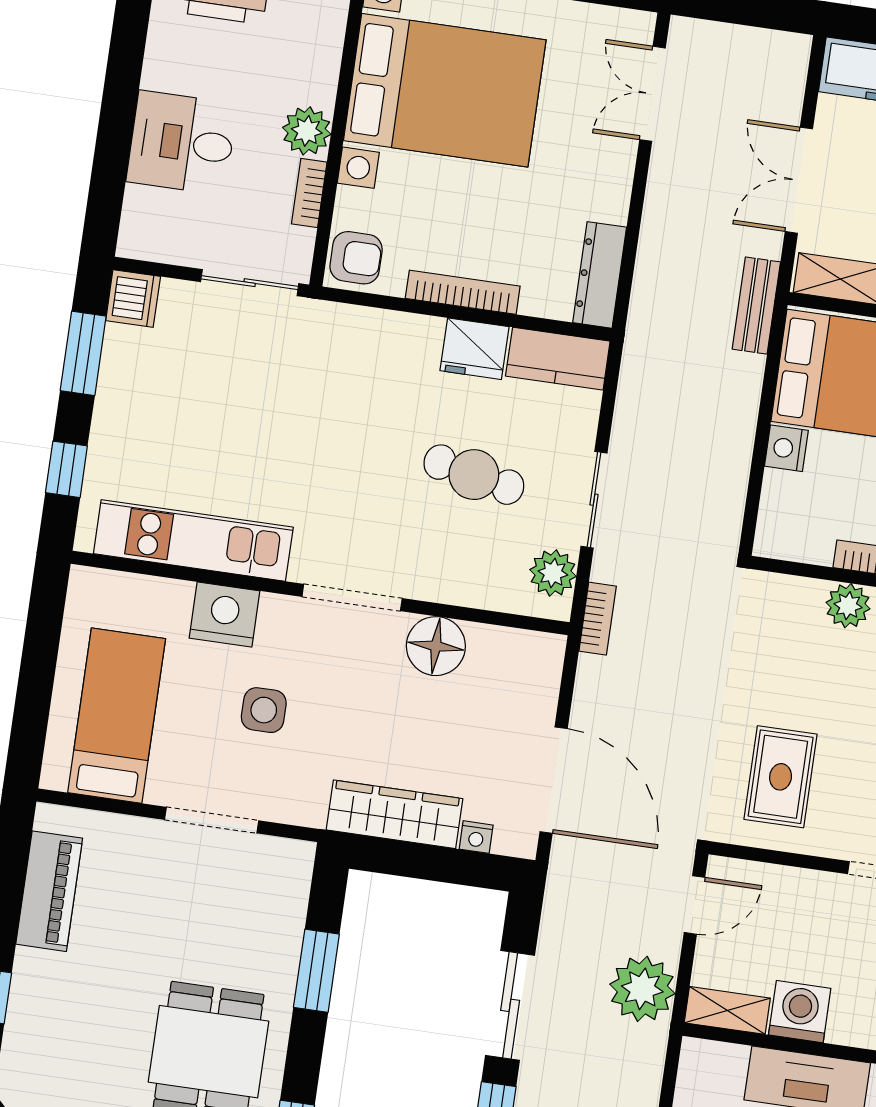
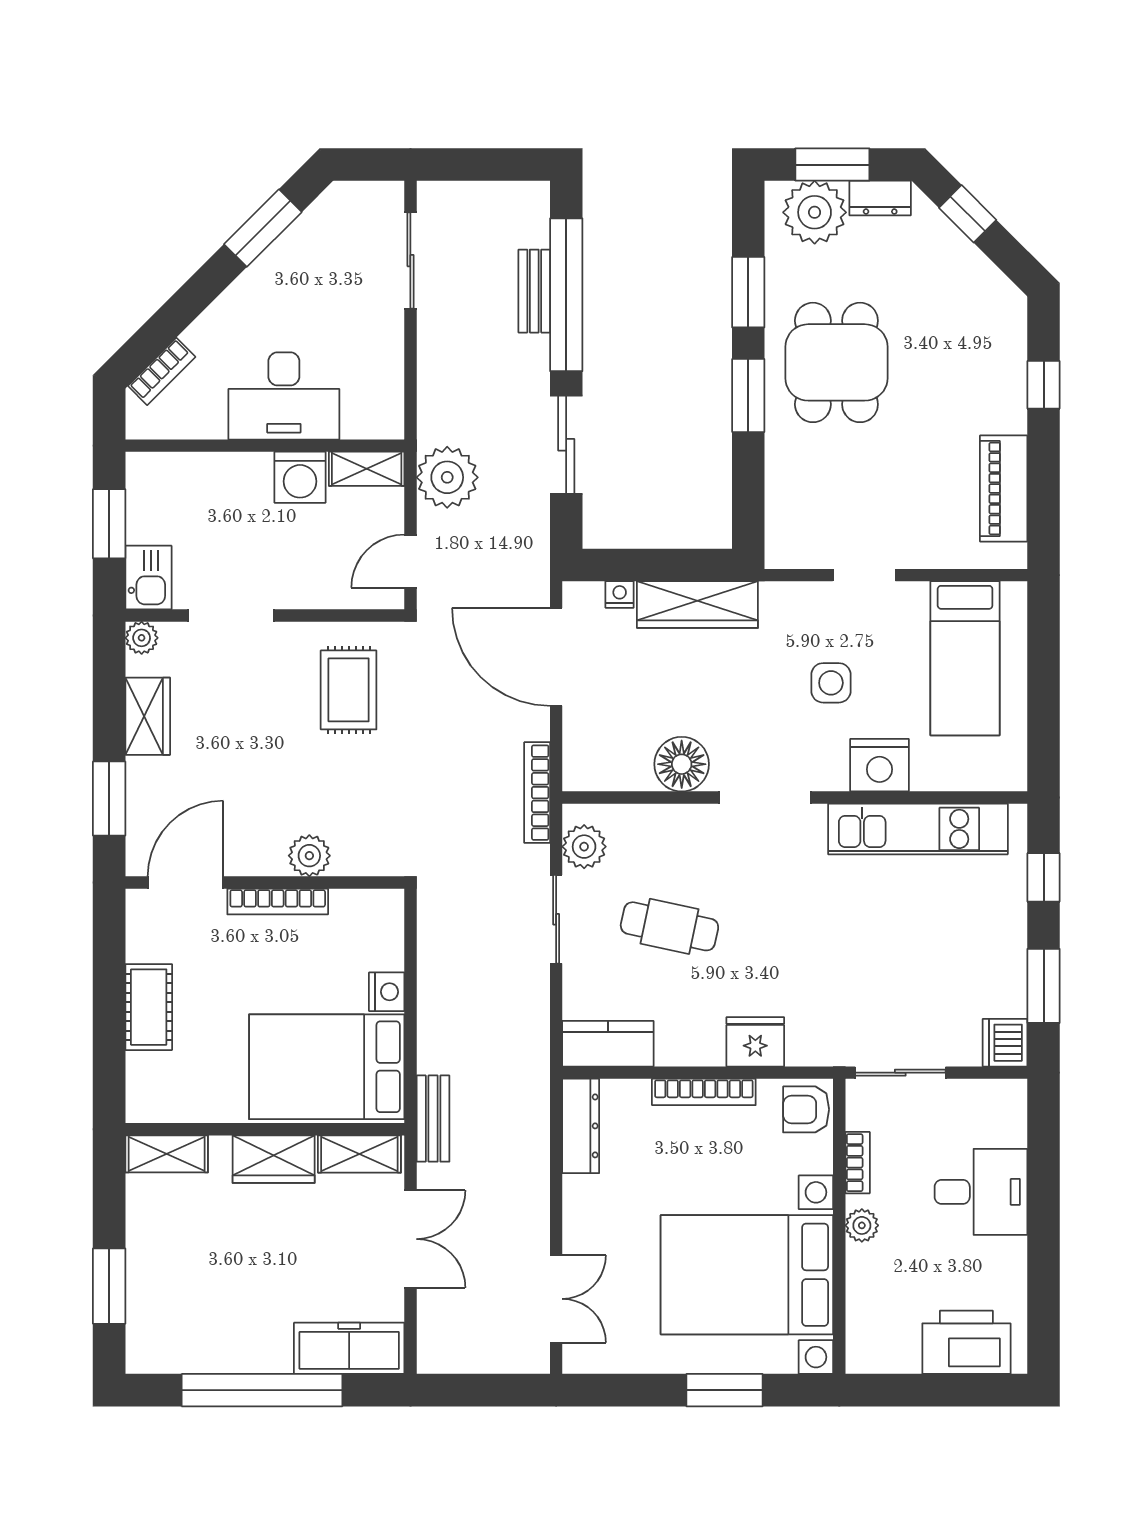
plant: (307, 131) -> (862, 1225), width x0.73, depth x0.73
fridge: (474, 349) -> (755, 1042), moved
bookcase: (598, 619) -> (537, 793), width x1.56
doorway: (212, 820) -> (864, 575), width x0.73
window: (316, 971) -> (748, 396), moved

